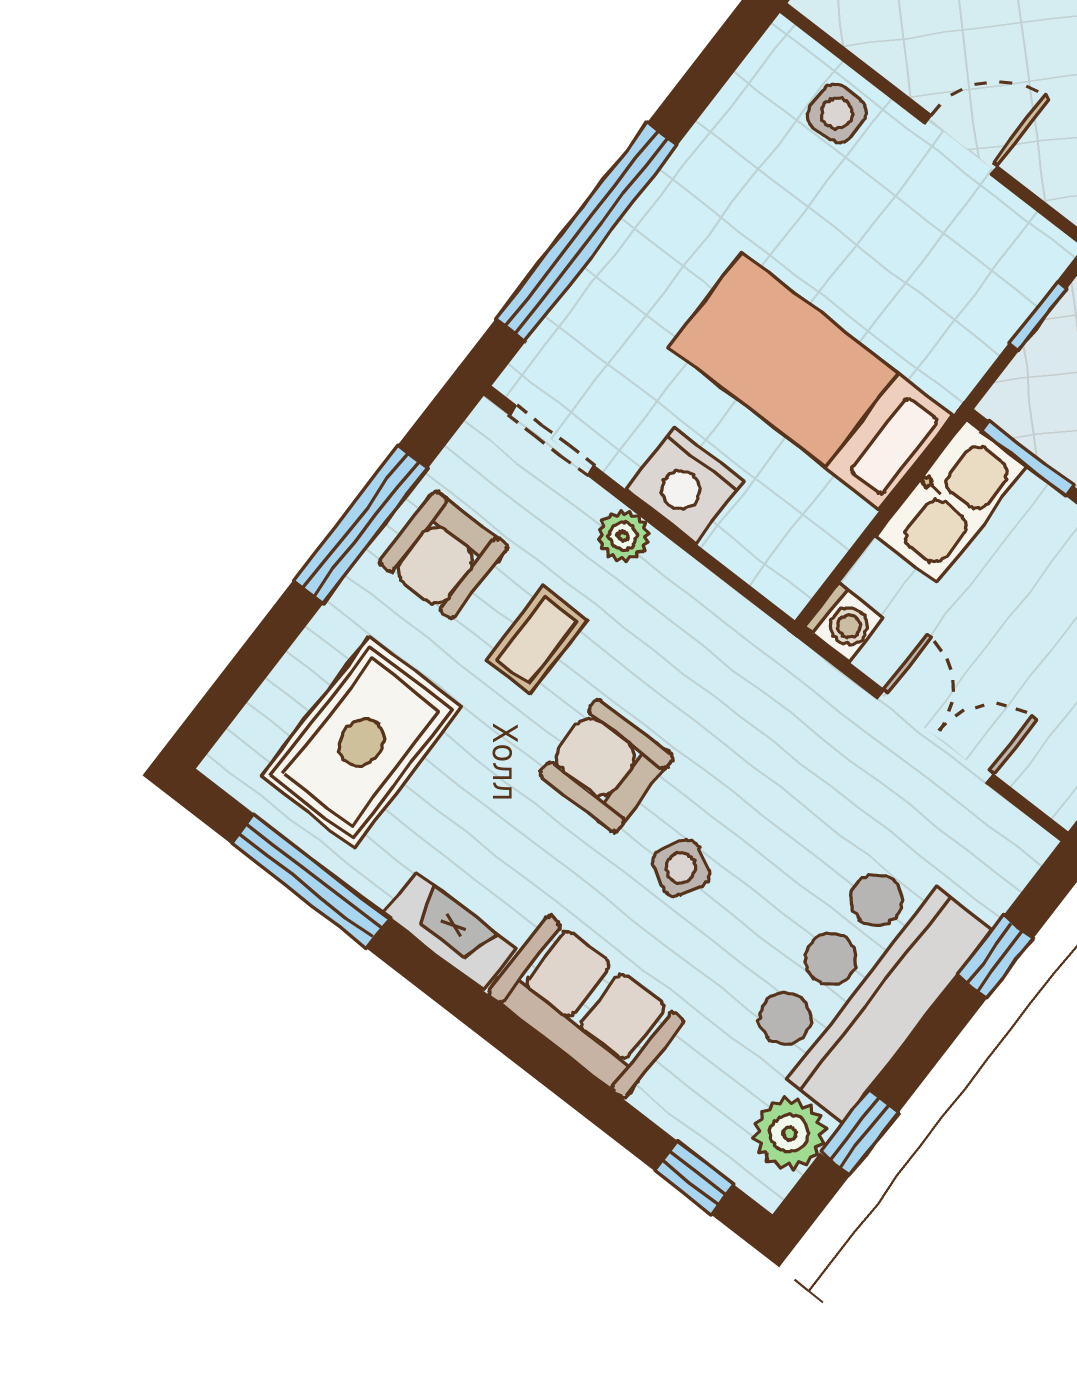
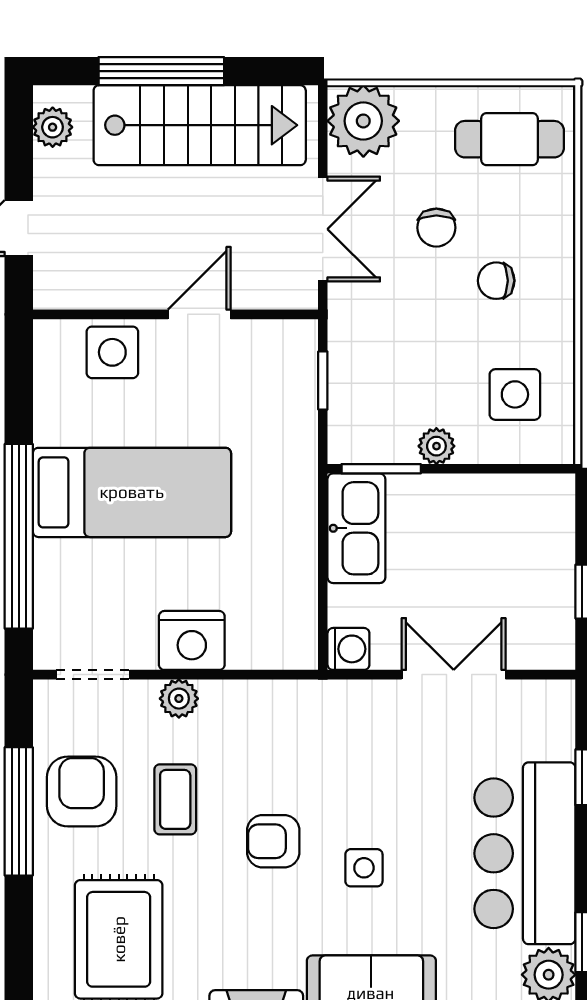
side table: (837, 113) -> (112, 352), width x1.37, depth x1.37
bed: (811, 381) -> (132, 492), moved, turned 180
armchair: (444, 555) -> (82, 791), turned 180
armchair: (606, 765) -> (273, 841), width x0.72, depth x0.72
side table: (681, 868) -> (364, 868), turned -30

